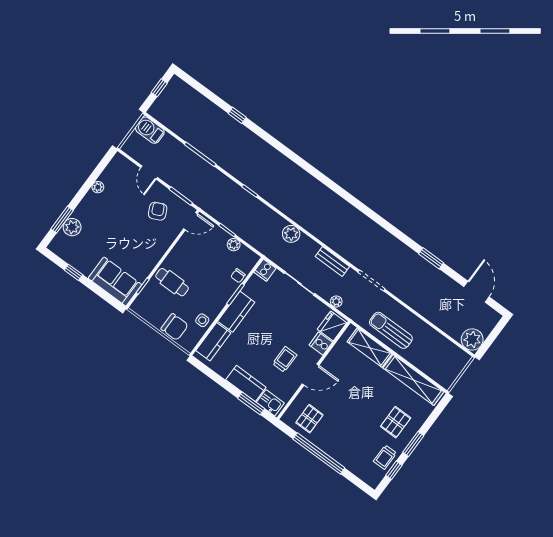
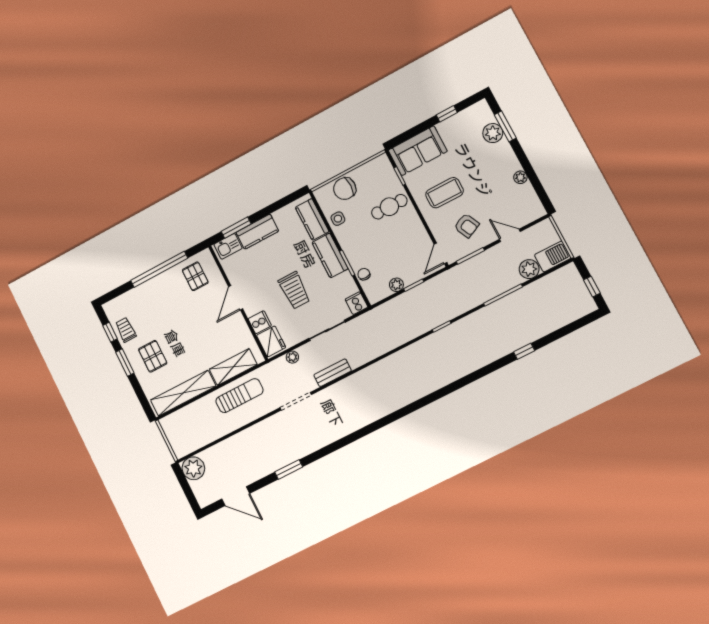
plant: (291, 234) -> (529, 269), moved
coffee table: (139, 242) -> (444, 193), added
trolley: (285, 359) -> (294, 290), moved, width x1.36, depth x1.39

